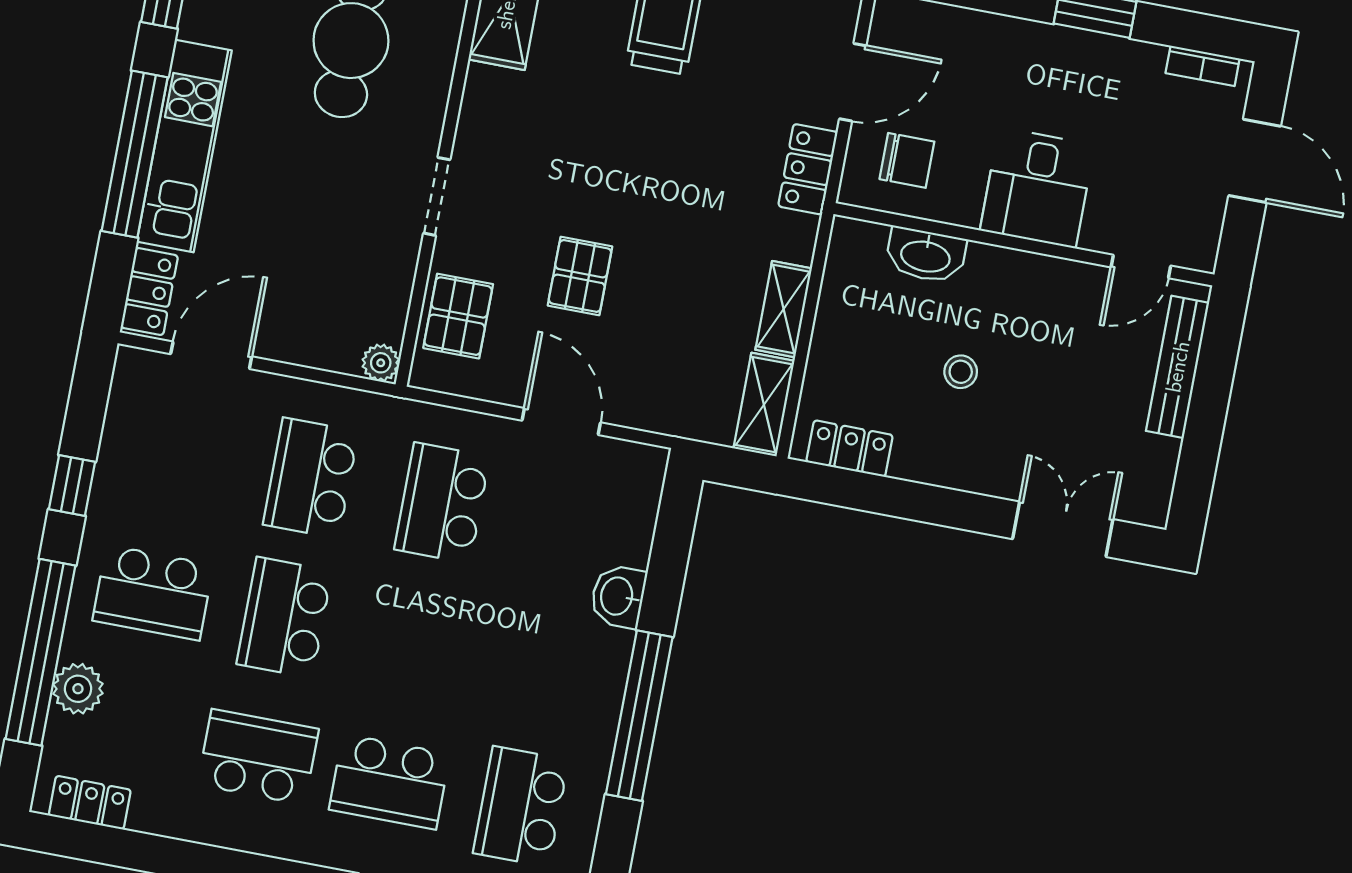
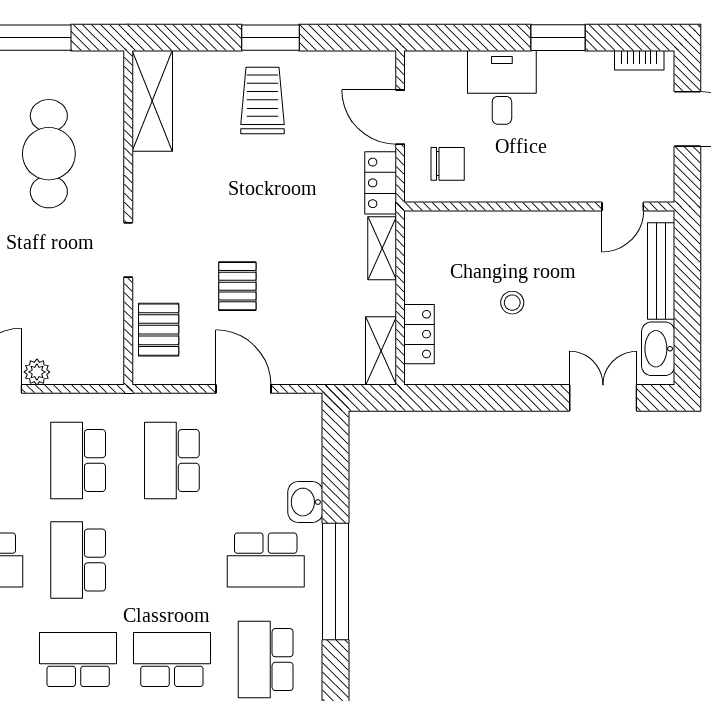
door: (853, 82) -> (400, 117), swing flipped
desk: (1037, 188) -> (502, 87), moved, turned 180
washbasin: (926, 255) -> (658, 349), moved, turned 90
shelving: (784, 309) -> (382, 248), moved
plant: (381, 363) -> (37, 372), moved
locker: (850, 449) -> (419, 334), moved, turned 90
school desk: (547, 667) -> (266, 560), added
school desk: (389, 782) -> (172, 660), turned 180

